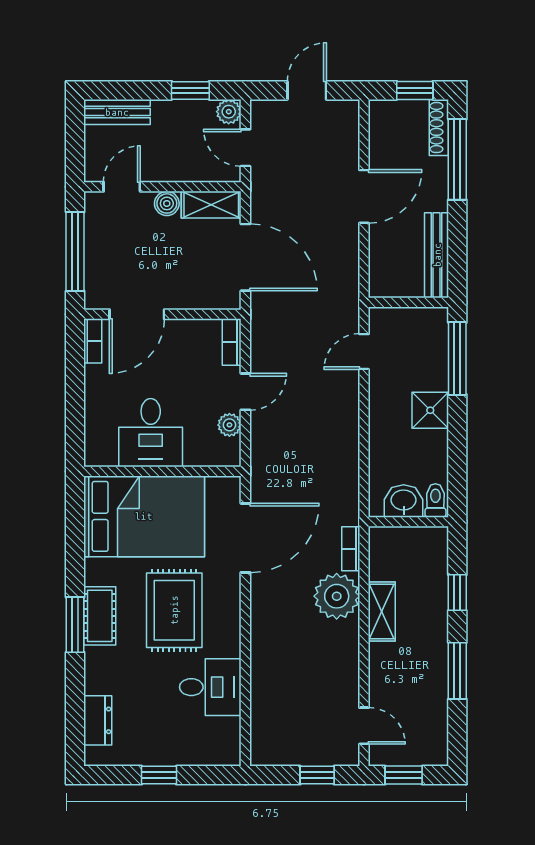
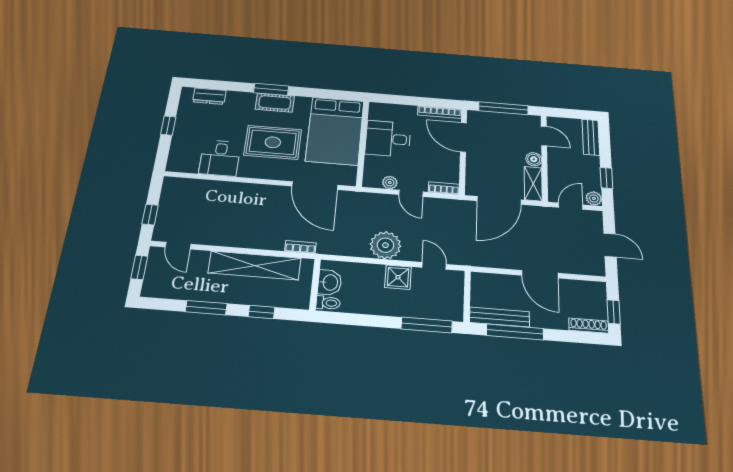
window: (457, 159) -> (515, 332), moved
bookcase: (93, 341) -> (440, 112), width x1.56
shower: (430, 410) -> (398, 277), moved
plant: (337, 596) -> (385, 245), moved
shelving: (382, 611) -> (255, 266), width x2.20, depth x1.33
door: (364, 726) -> (178, 246), hinge flipped

